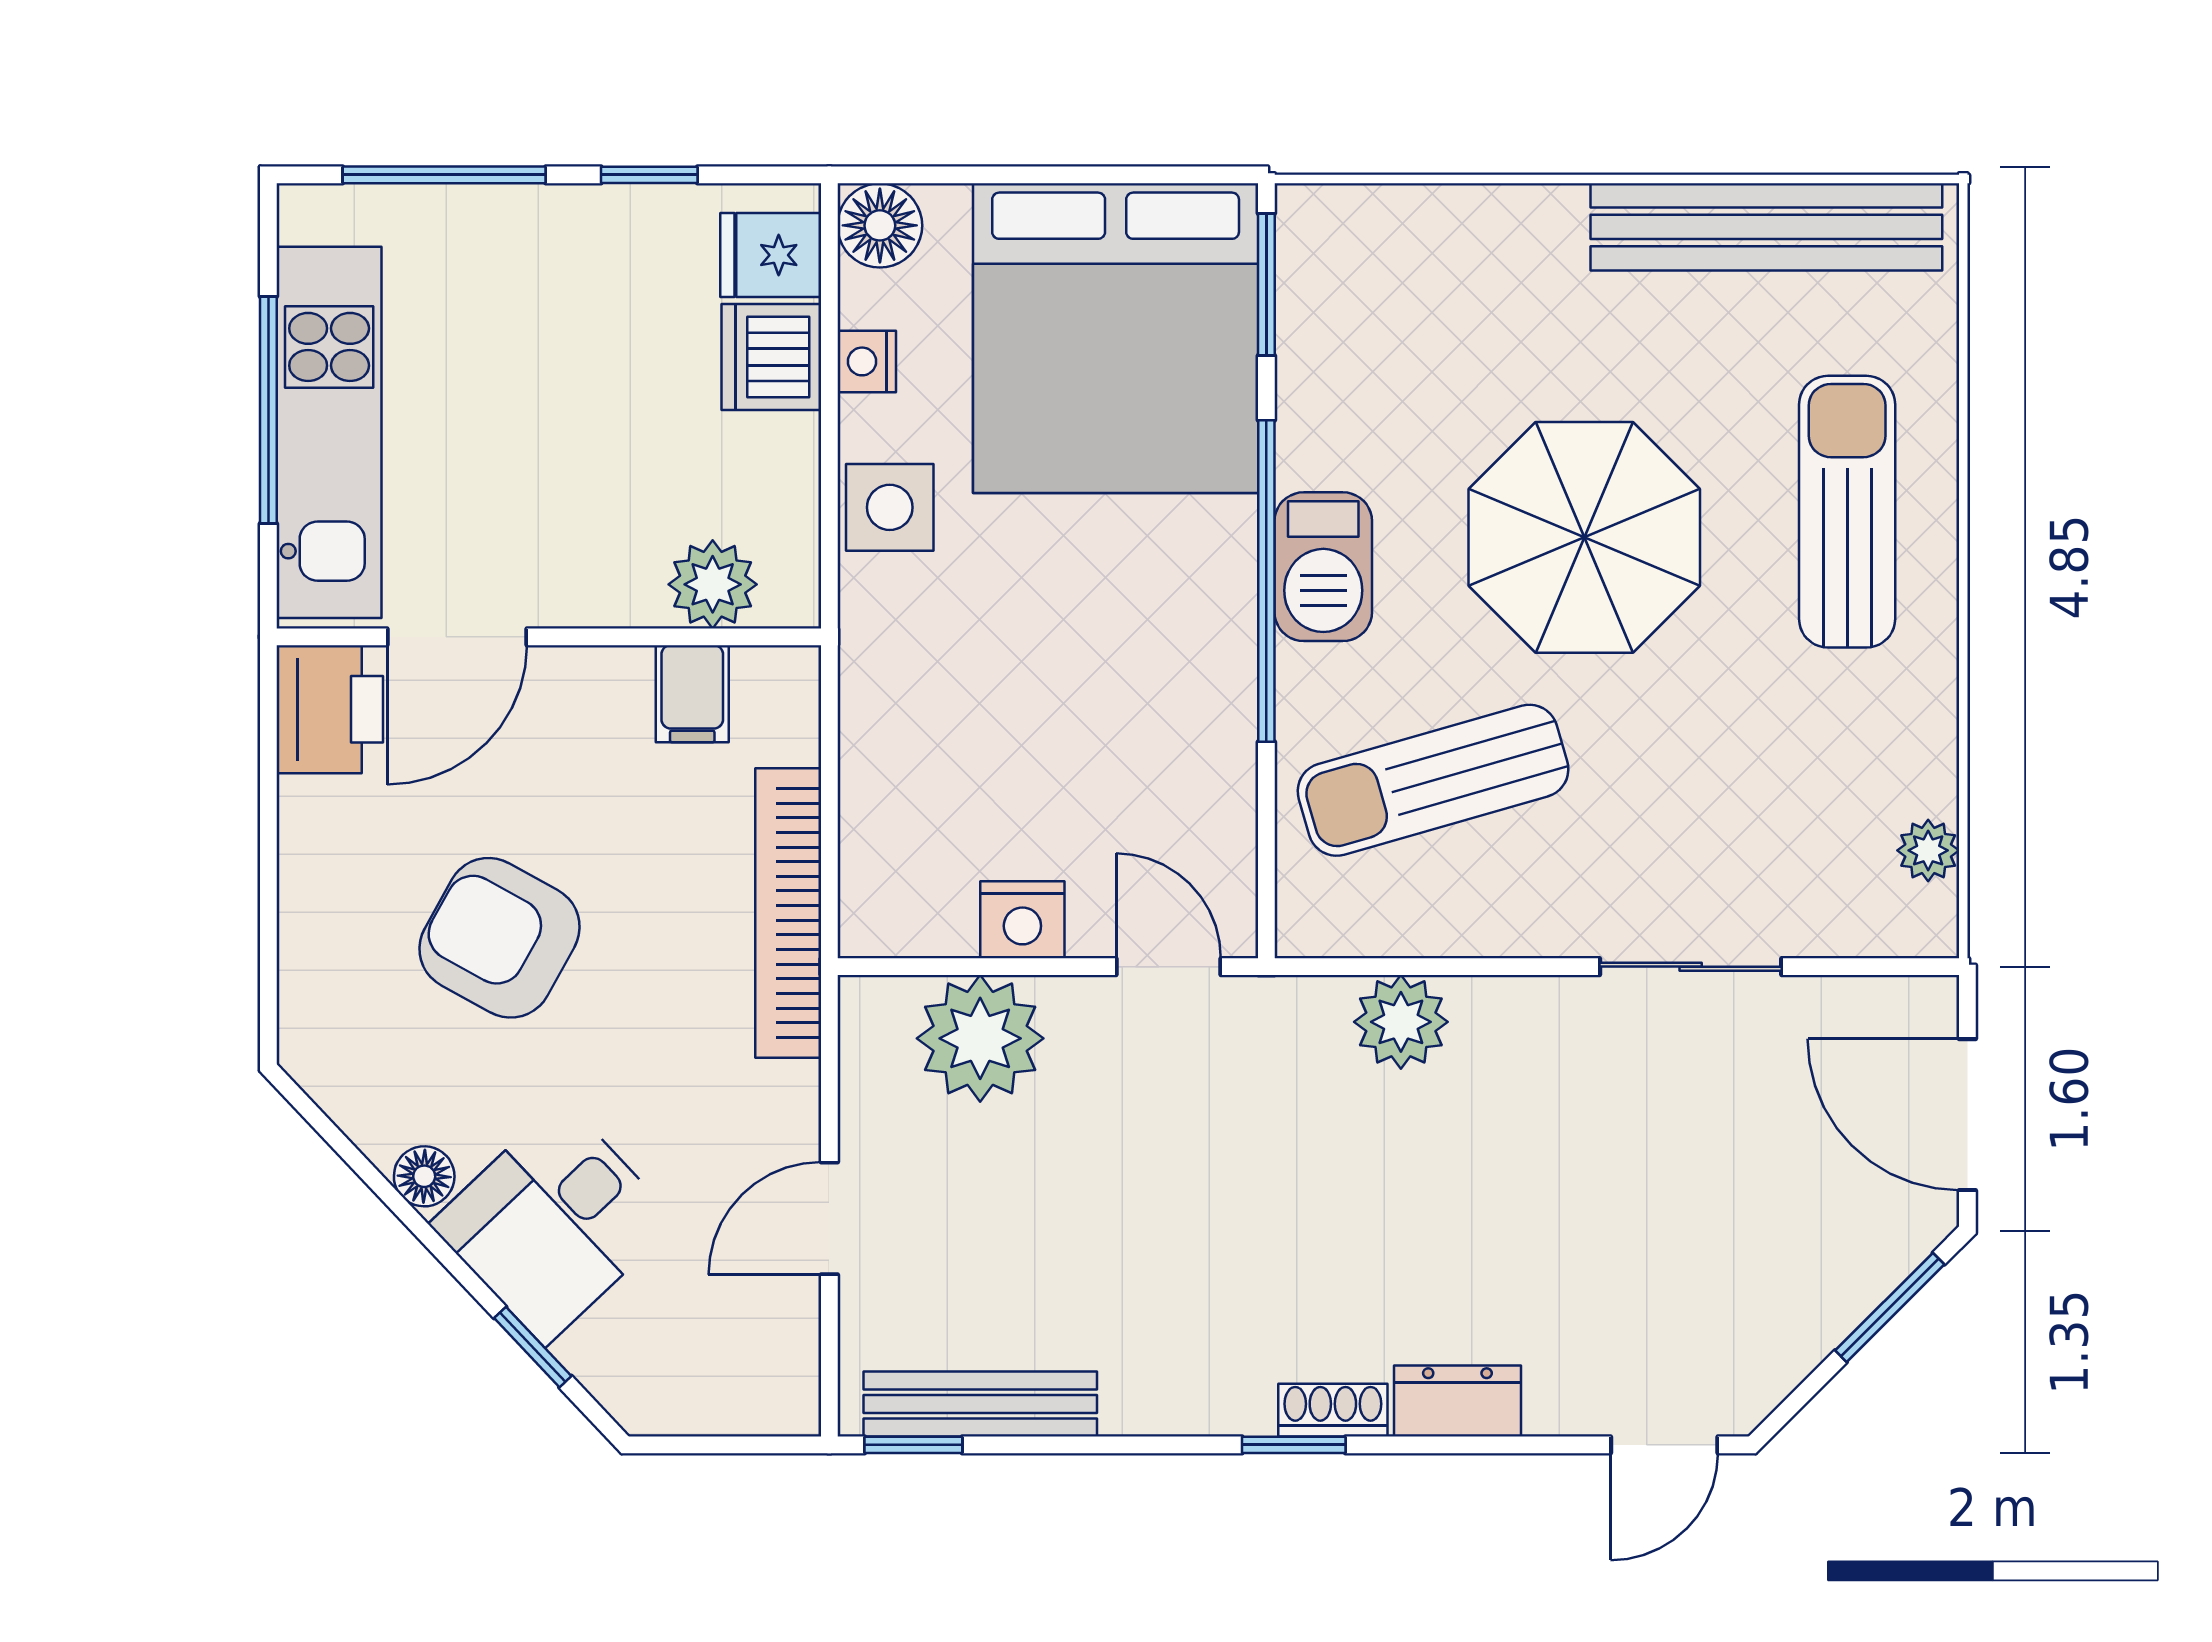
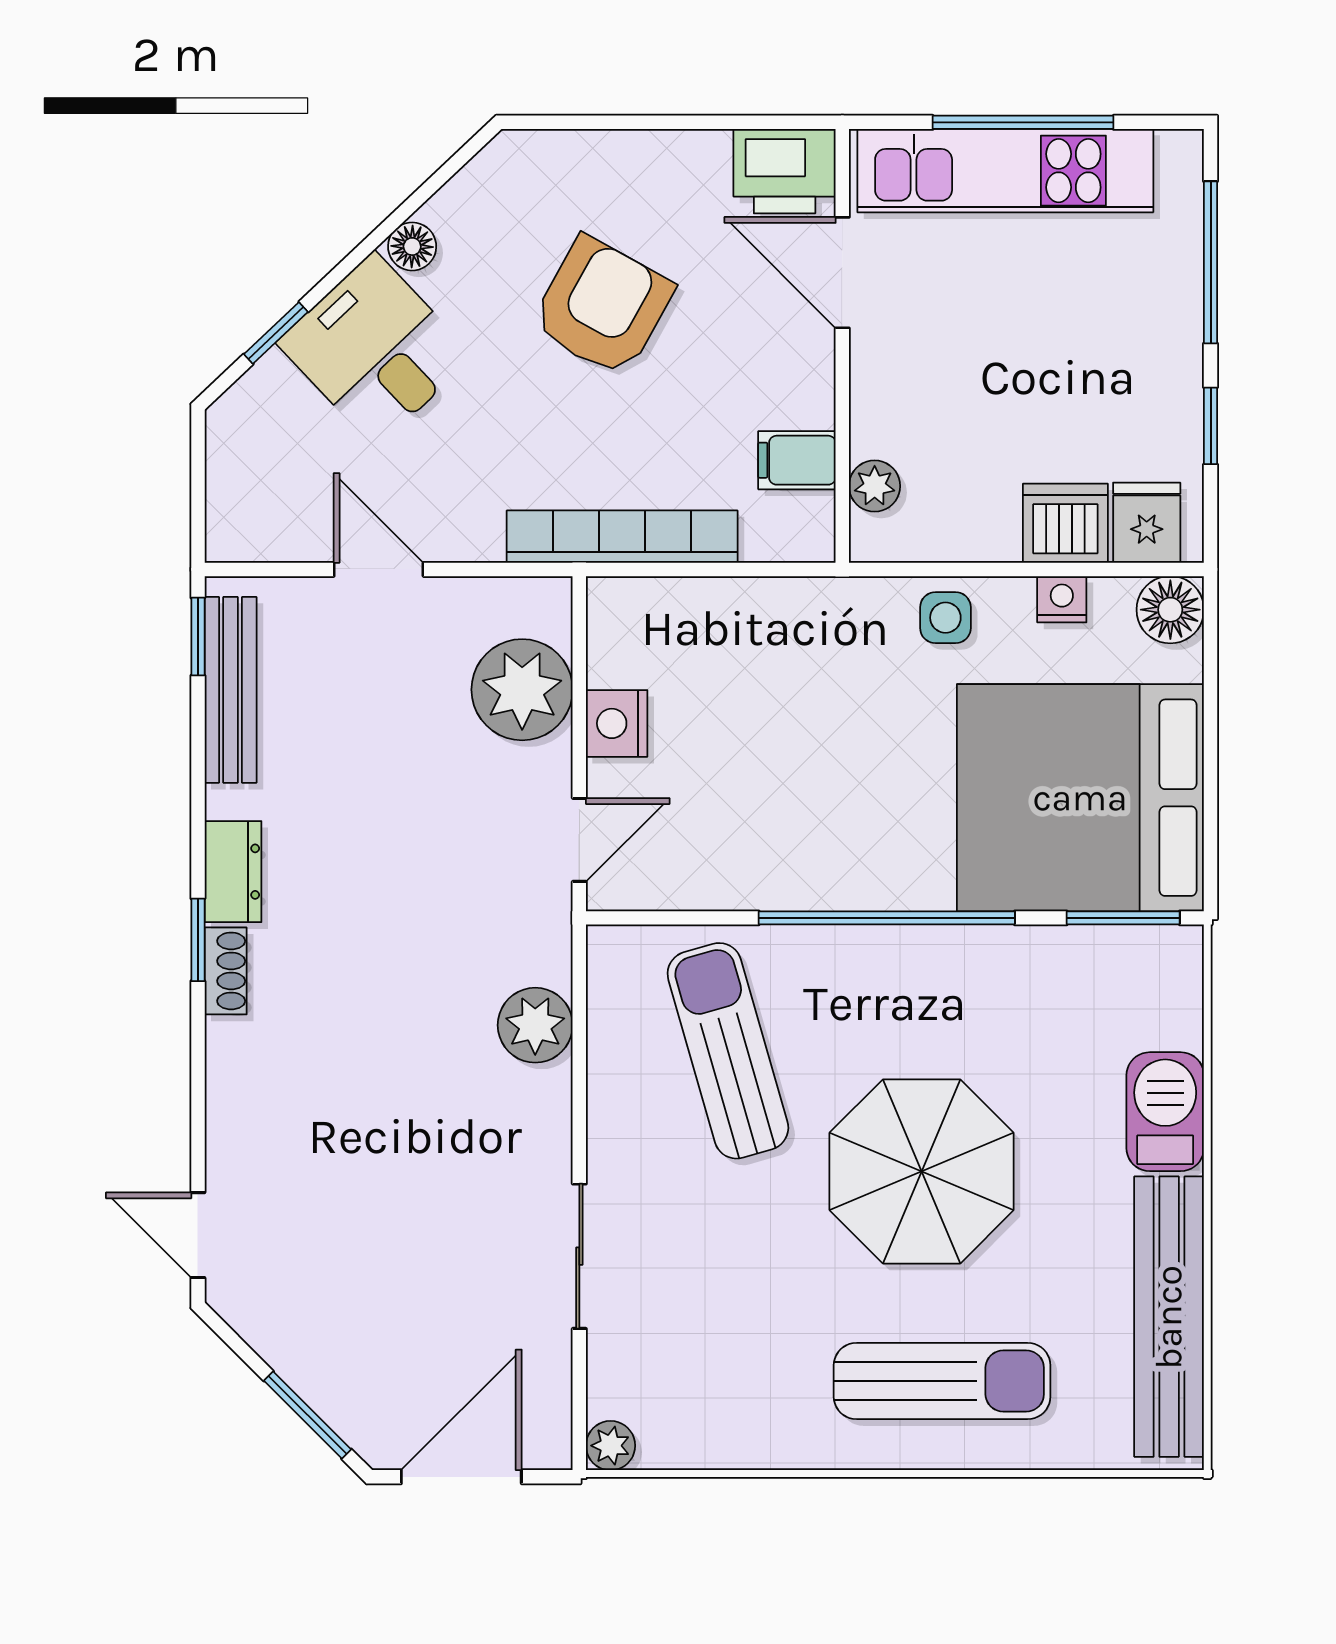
side table: (890, 507) -> (945, 618), width x0.73, depth x0.73
barbecue: (1323, 567) -> (1165, 1112), moved, turned 90
plant: (713, 584) -> (875, 486), width x0.73, depth x0.73
plant: (1928, 850) -> (611, 1446), moved
dresser: (1457, 1401) -> (233, 872), moved

